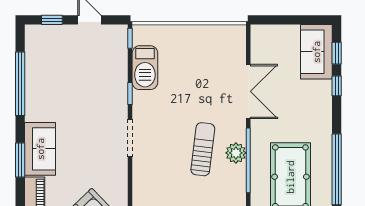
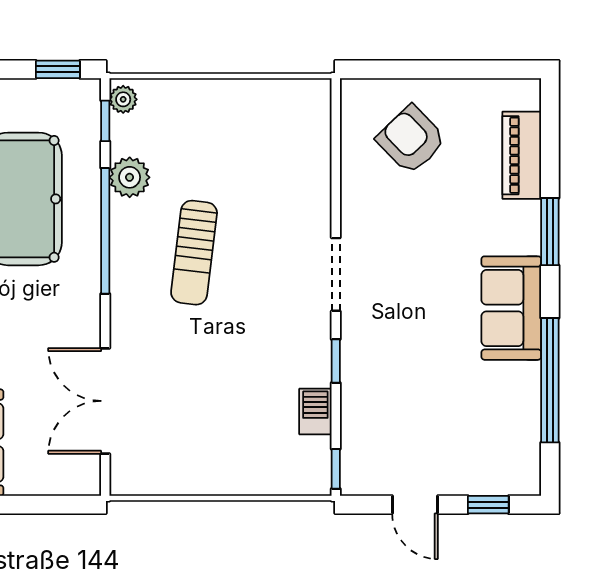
barbecue: (145, 68) -> (315, 412), width x0.53, depth x0.65
double door: (248, 91) -> (105, 401), moved
sofa: (40, 149) -> (511, 308), moved
plant: (236, 153) -> (130, 177), moved

